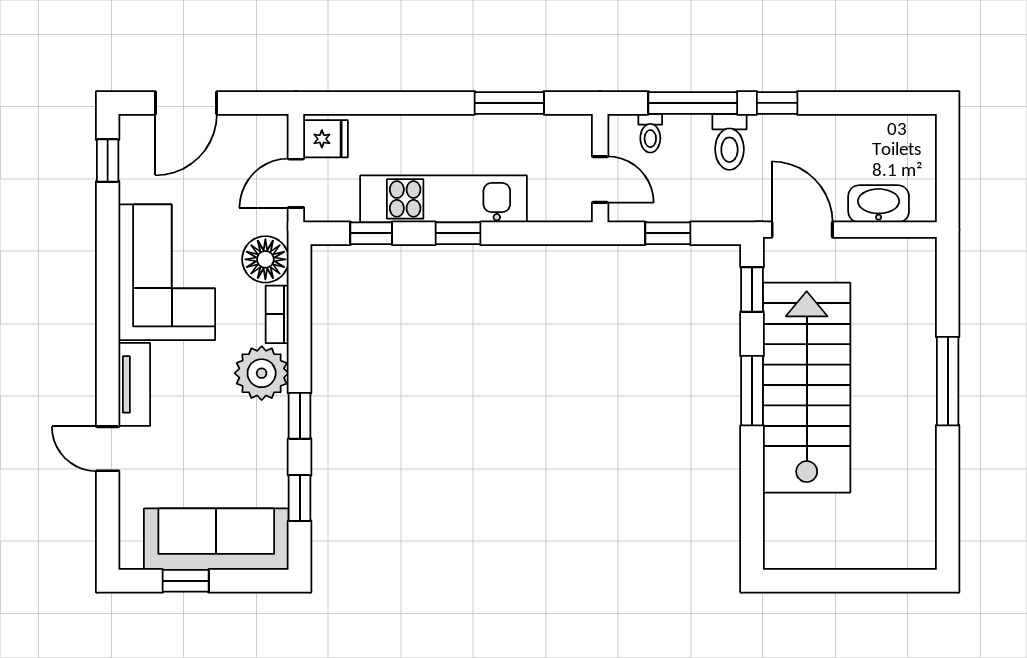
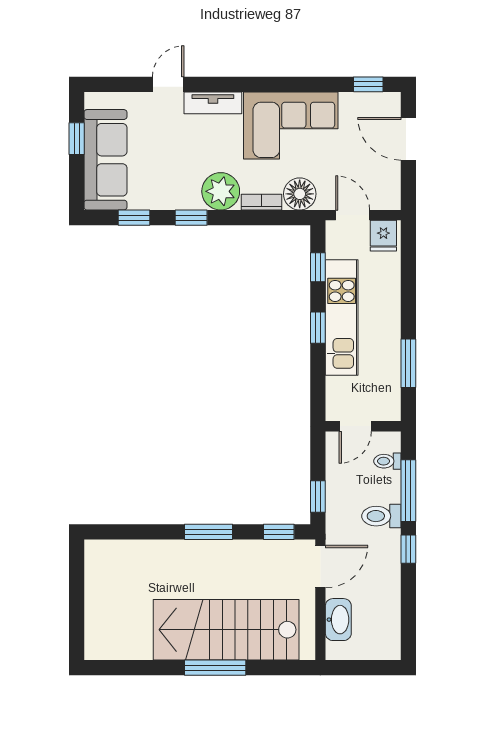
window: (668, 233) -> (318, 497), moved
stairs: (807, 388) -> (226, 630), moved, turned 180

